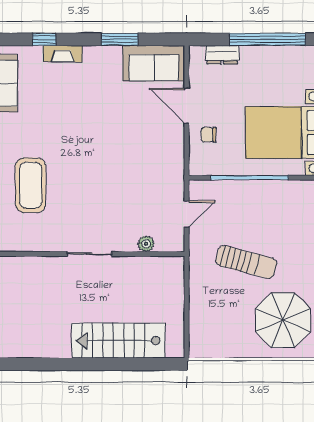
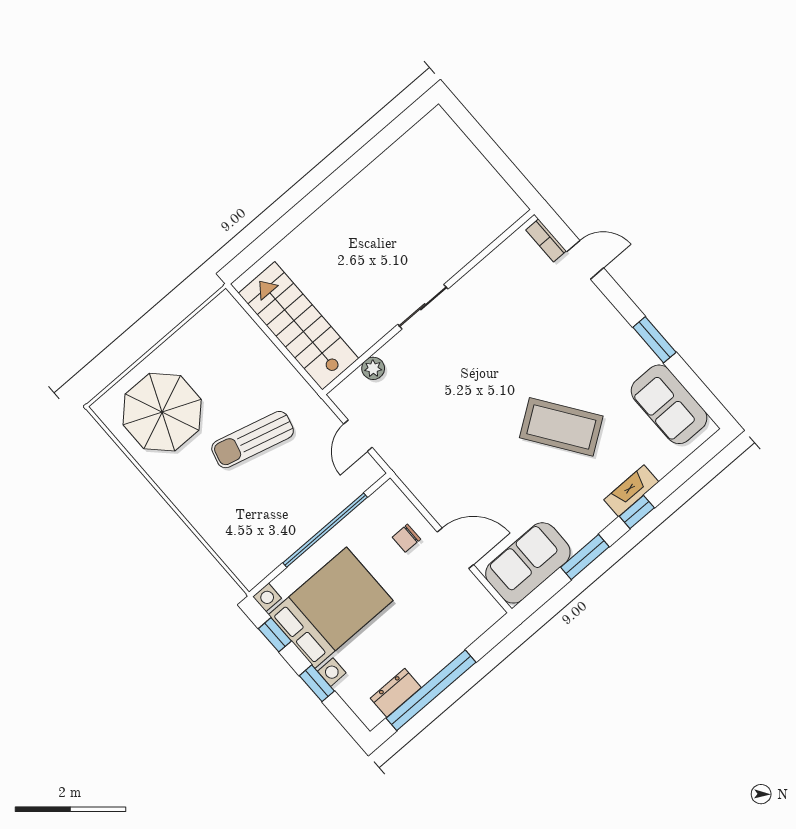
window: (44, 39) -> (637, 512), moved
dresser: (222, 55) -> (396, 693), moved
chair: (209, 135) -> (406, 538), turned 180
coffee table: (31, 185) -> (561, 427), moved, turned -35
stairs: (118, 341) -> (298, 326), moved, turned -90

